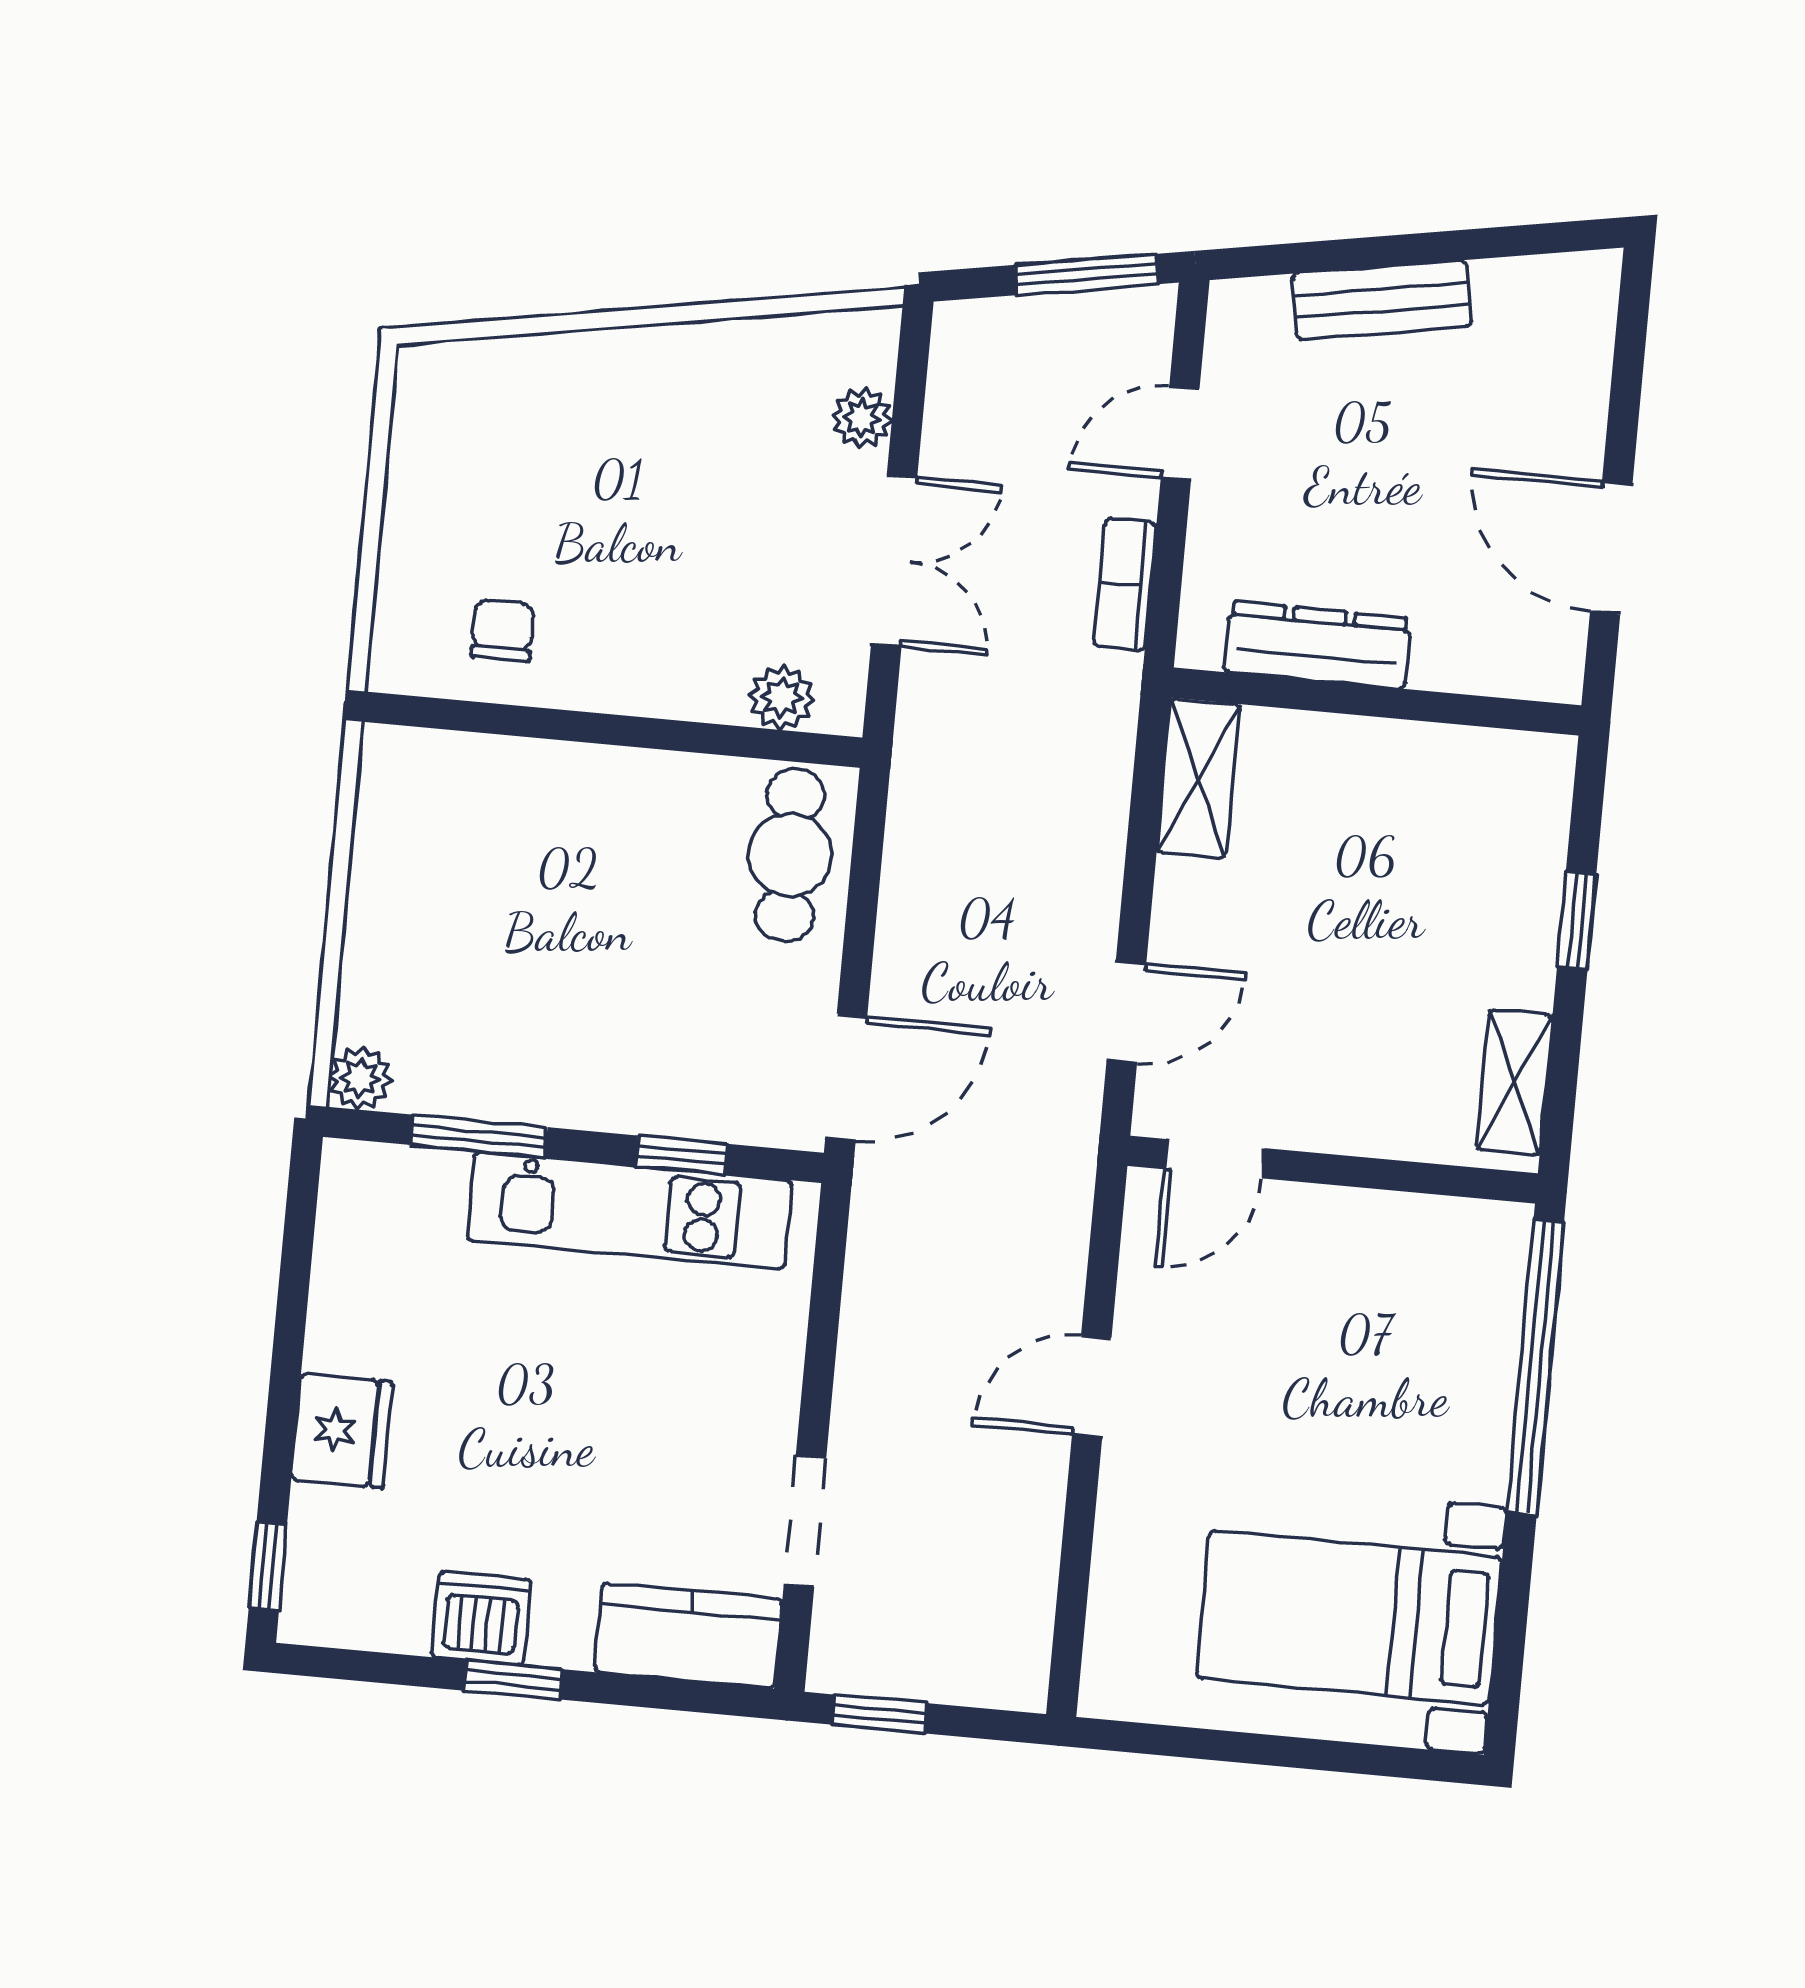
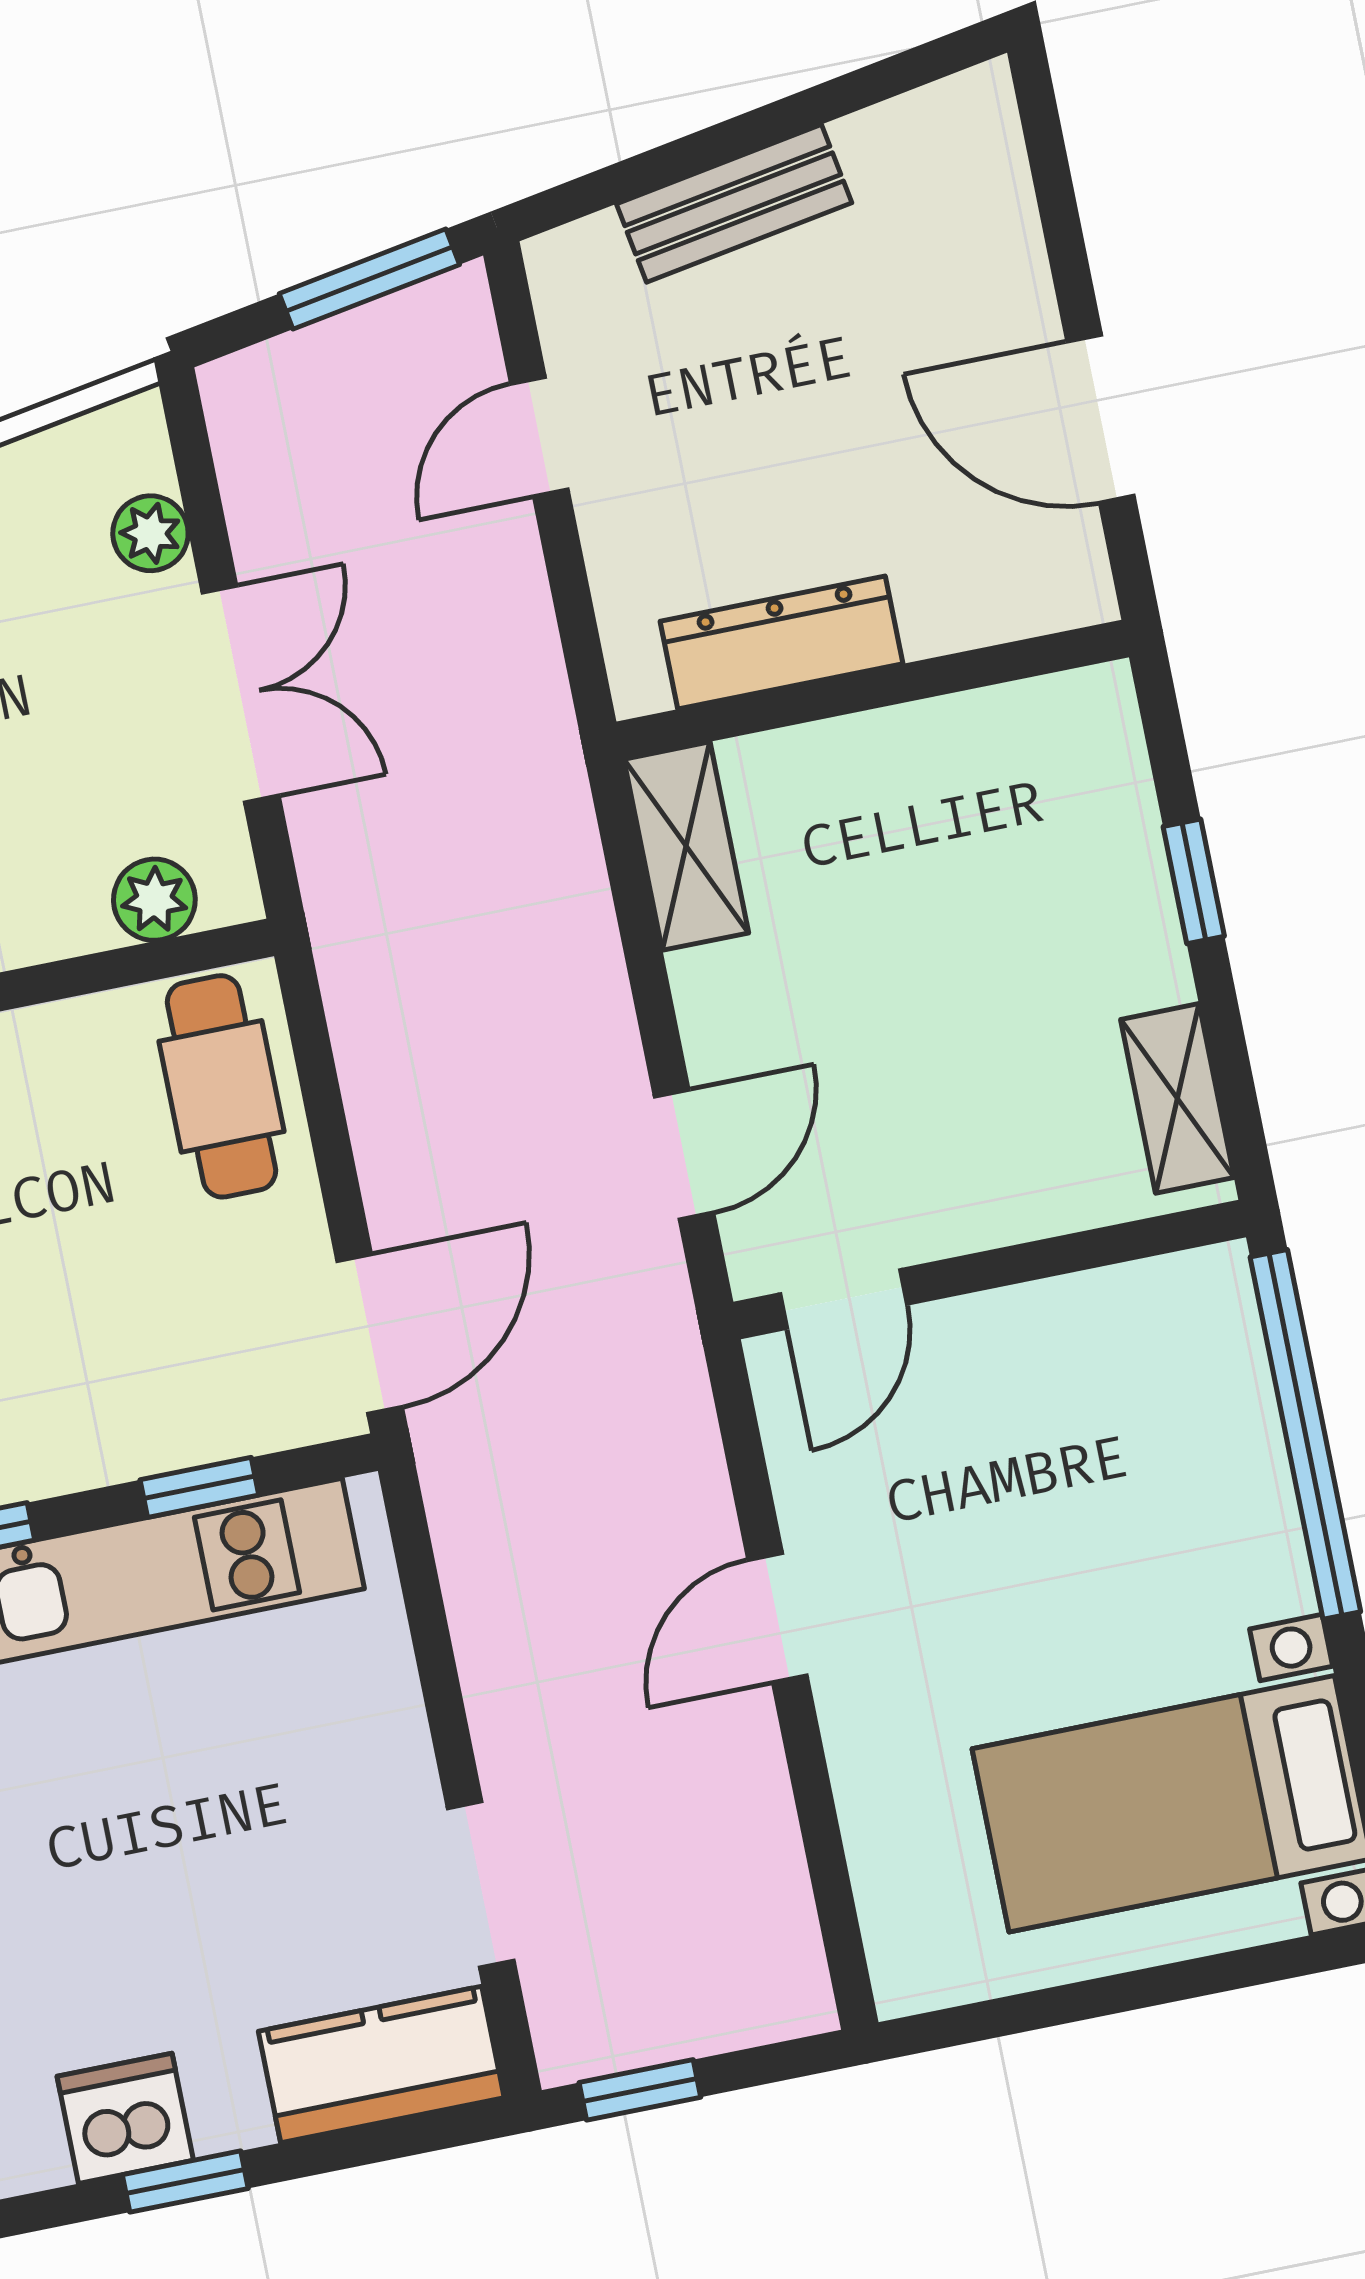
bookcase: (1125, 585) -> (528, 639), removed

